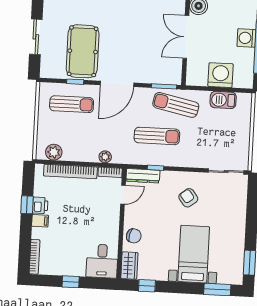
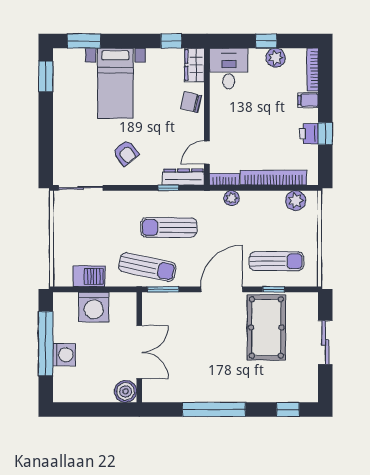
sun lounger: (72, 104) -> (277, 261), turned 180
filing cabinet: (40, 221) -> (308, 100), moved
plant: (64, 268) -> (276, 58), added

